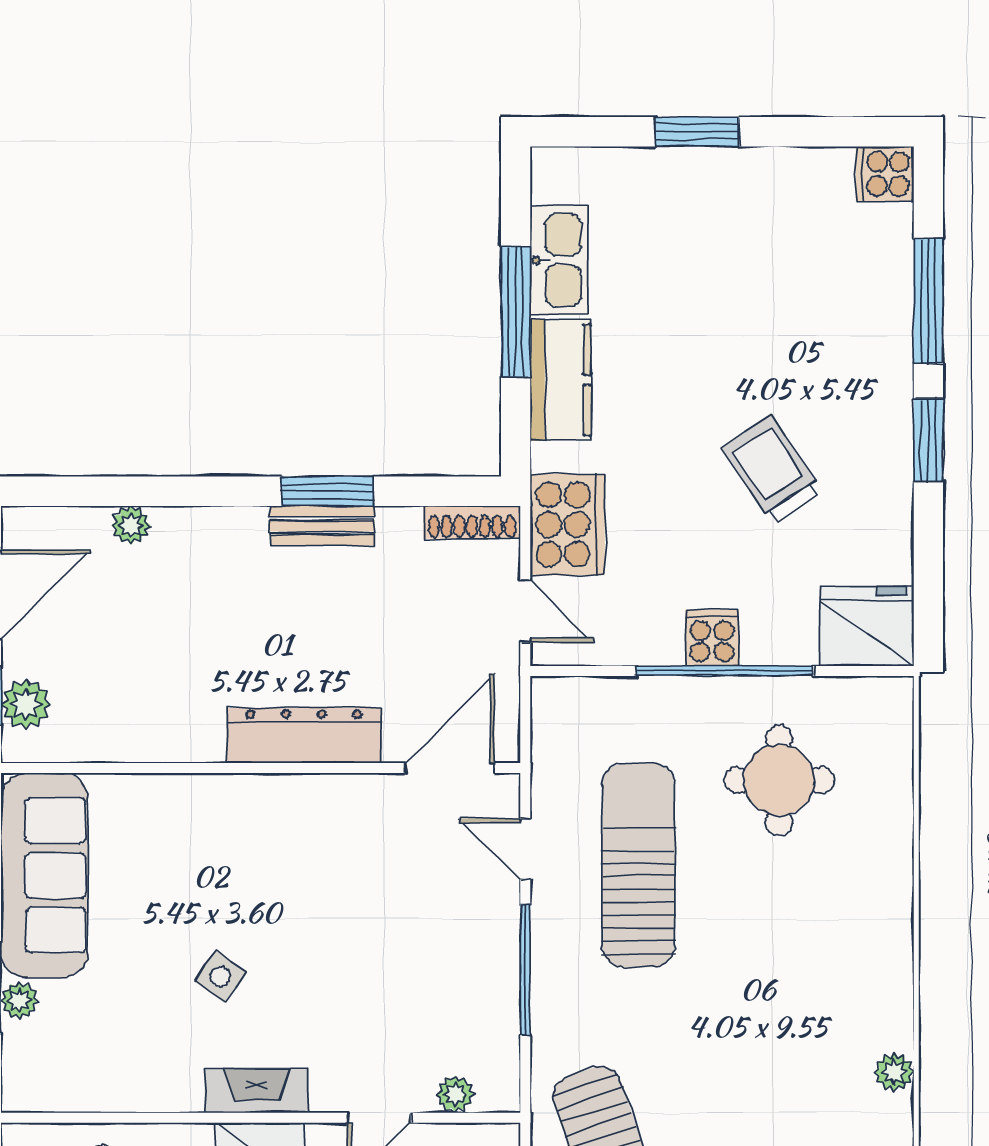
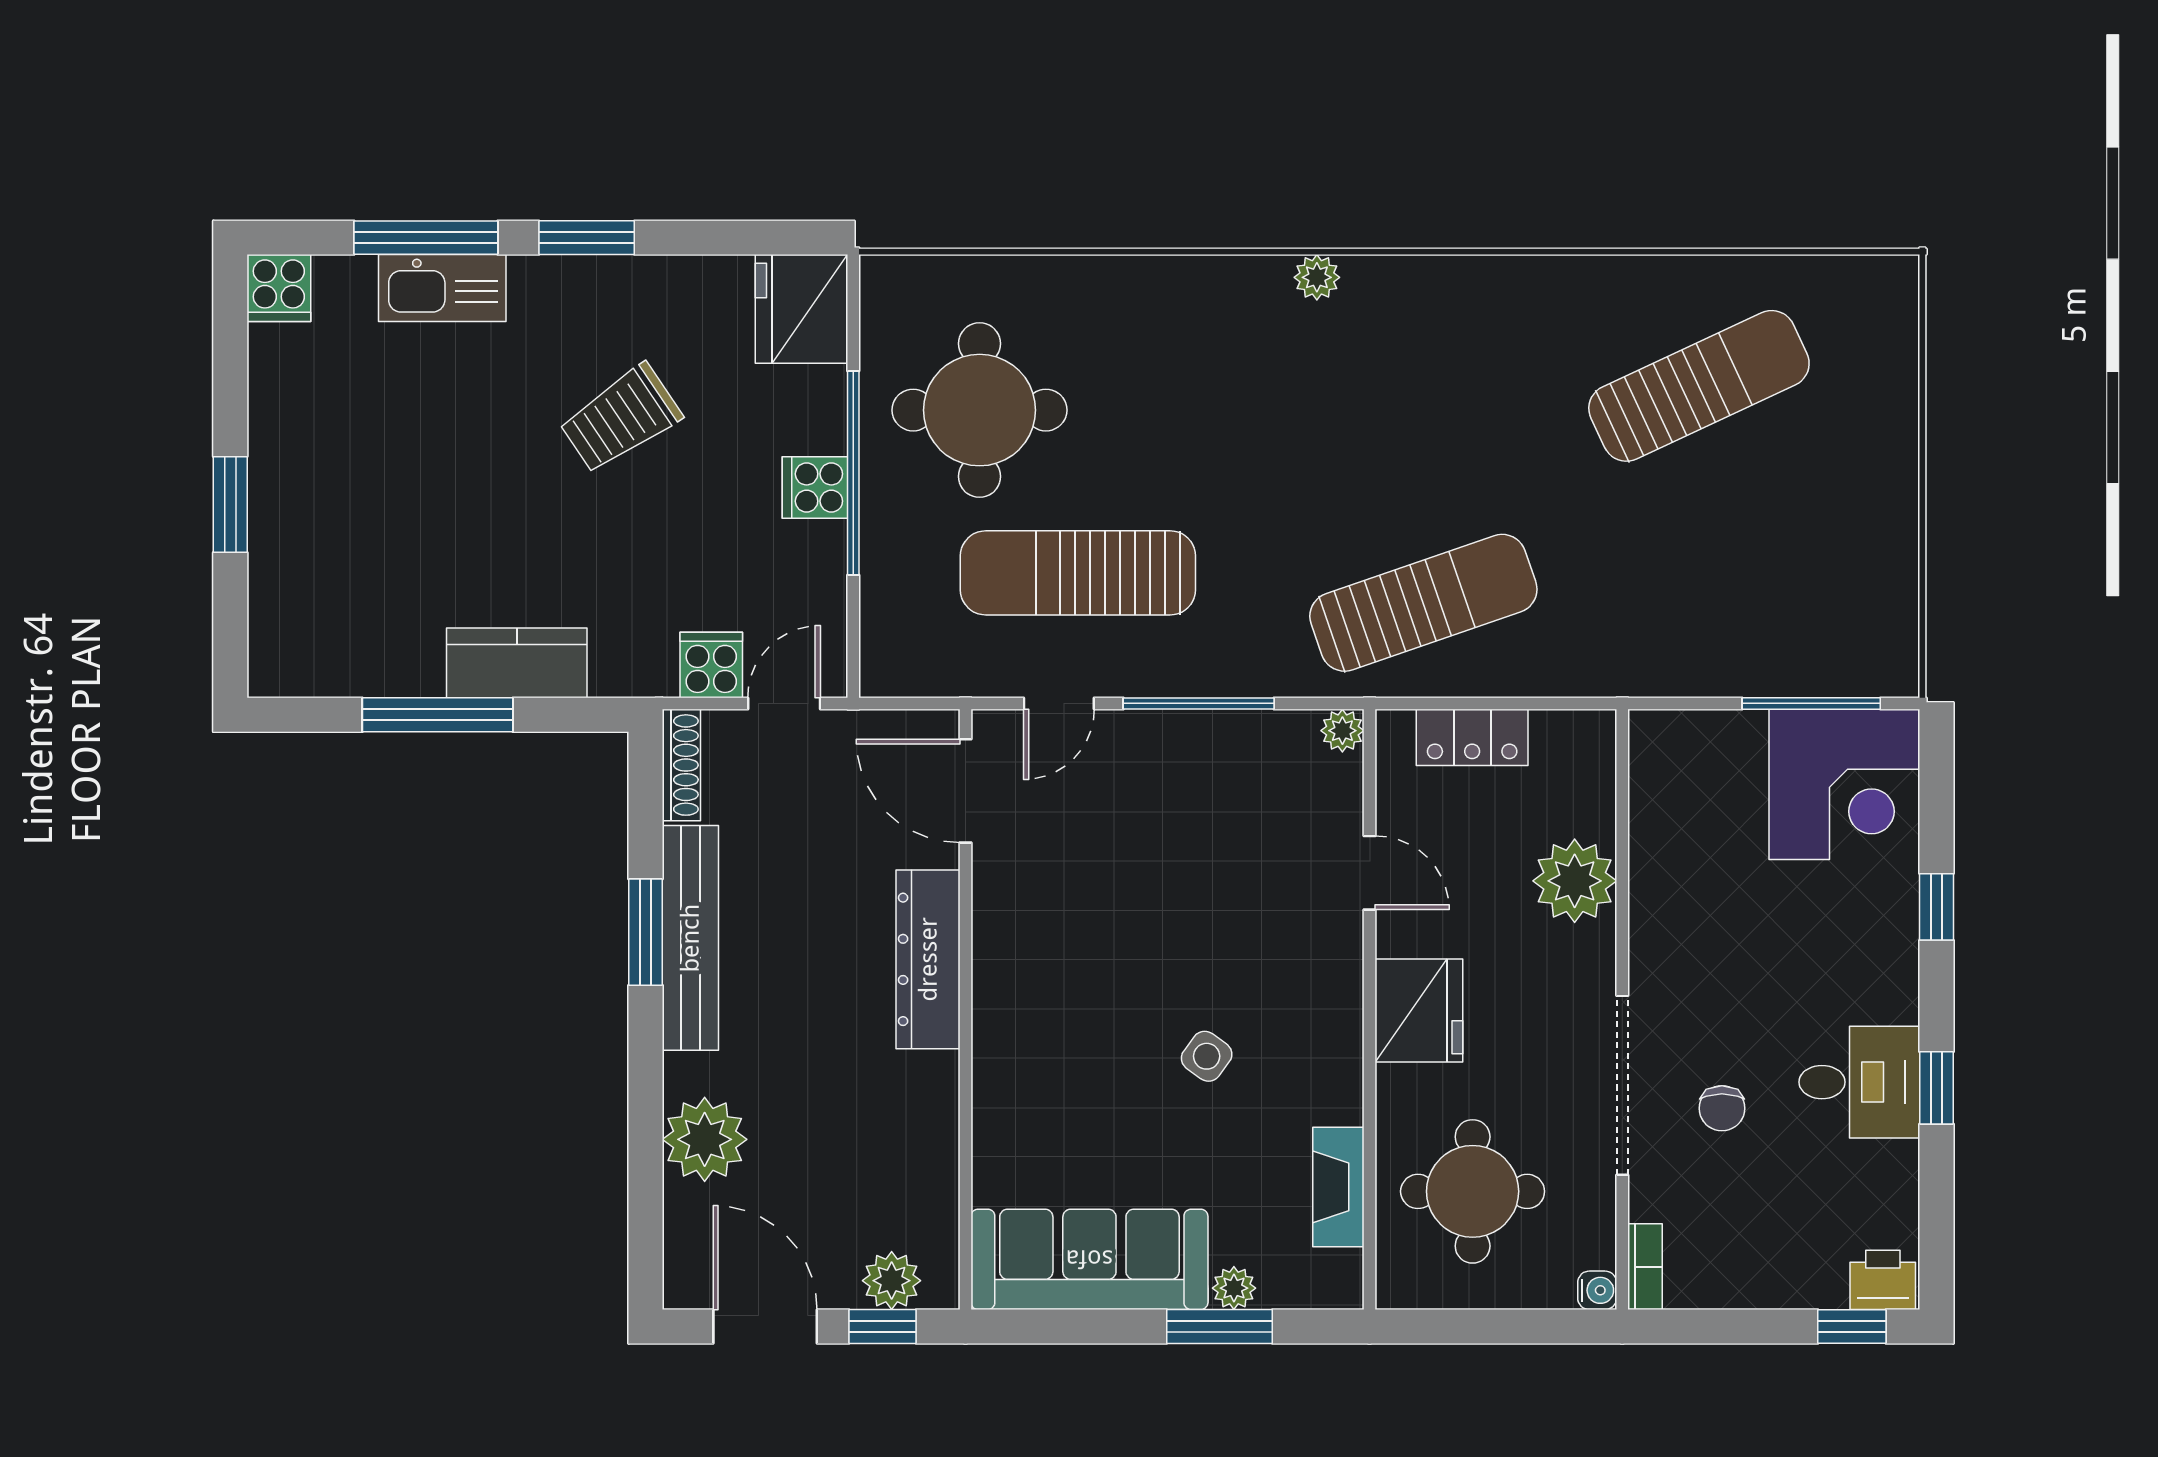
kitchen sink: (559, 260) -> (442, 288), moved, turned 180
plant: (131, 525) -> (705, 1139), width x1.88, depth x1.88
cooker: (567, 525) -> (711, 665), width x0.53, depth x0.76
bench: (322, 526) -> (690, 938), width x1.86, depth x1.21
round table: (779, 780) -> (980, 410), width x1.36, depth x1.36
fireplace: (256, 1091) -> (1338, 1187), moved
plant: (455, 1094) -> (1342, 731), moved

